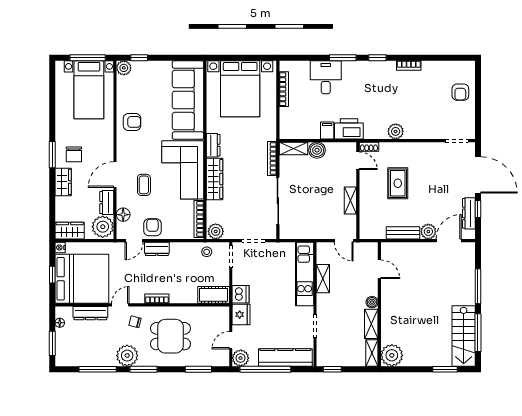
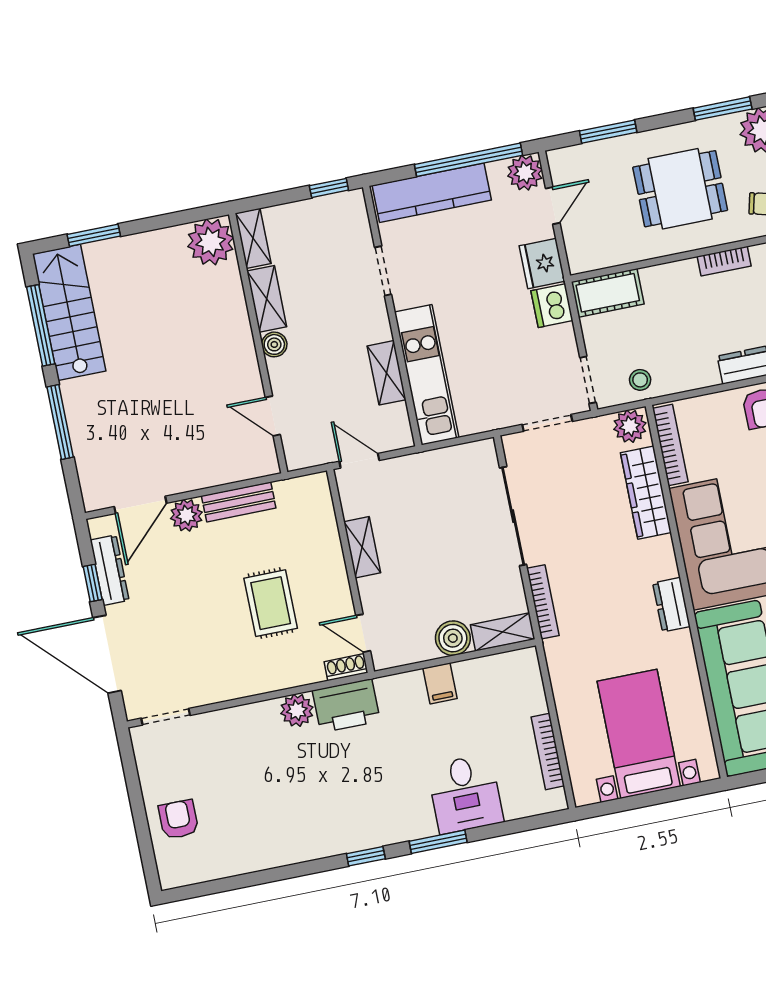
bookcase: (409, 65) -> (297, 853), removed
bed with nightstands: (240, 89) -> (639, 734), width x0.73
printer: (349, 129) -> (346, 706), moved
wardrobe: (214, 179) -> (646, 493), moved

